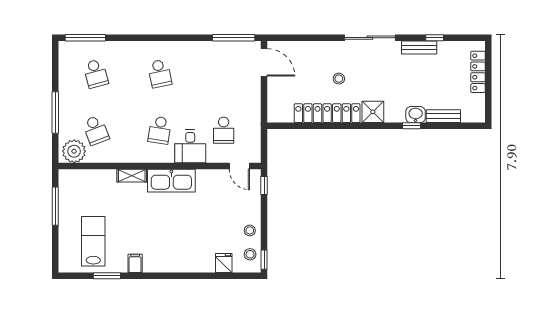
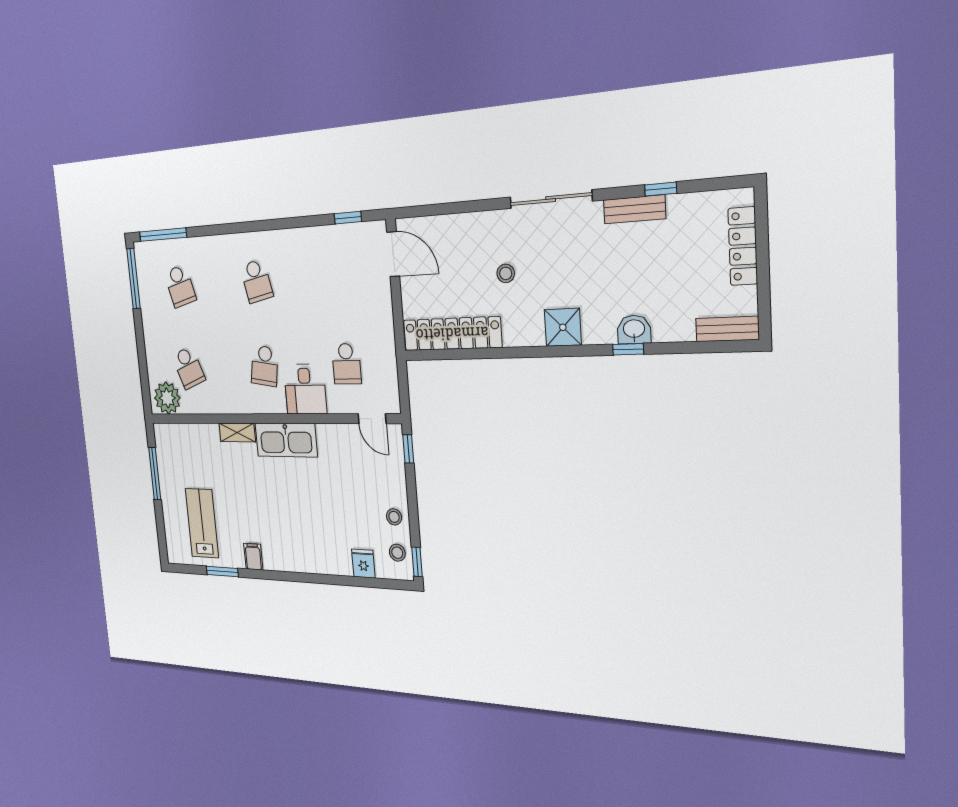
window: (234, 38) -> (348, 218), width x0.46
window: (55, 113) -> (134, 279), moved
locker: (327, 113) -> (452, 334), moved
bench: (443, 116) -> (727, 329), moved

